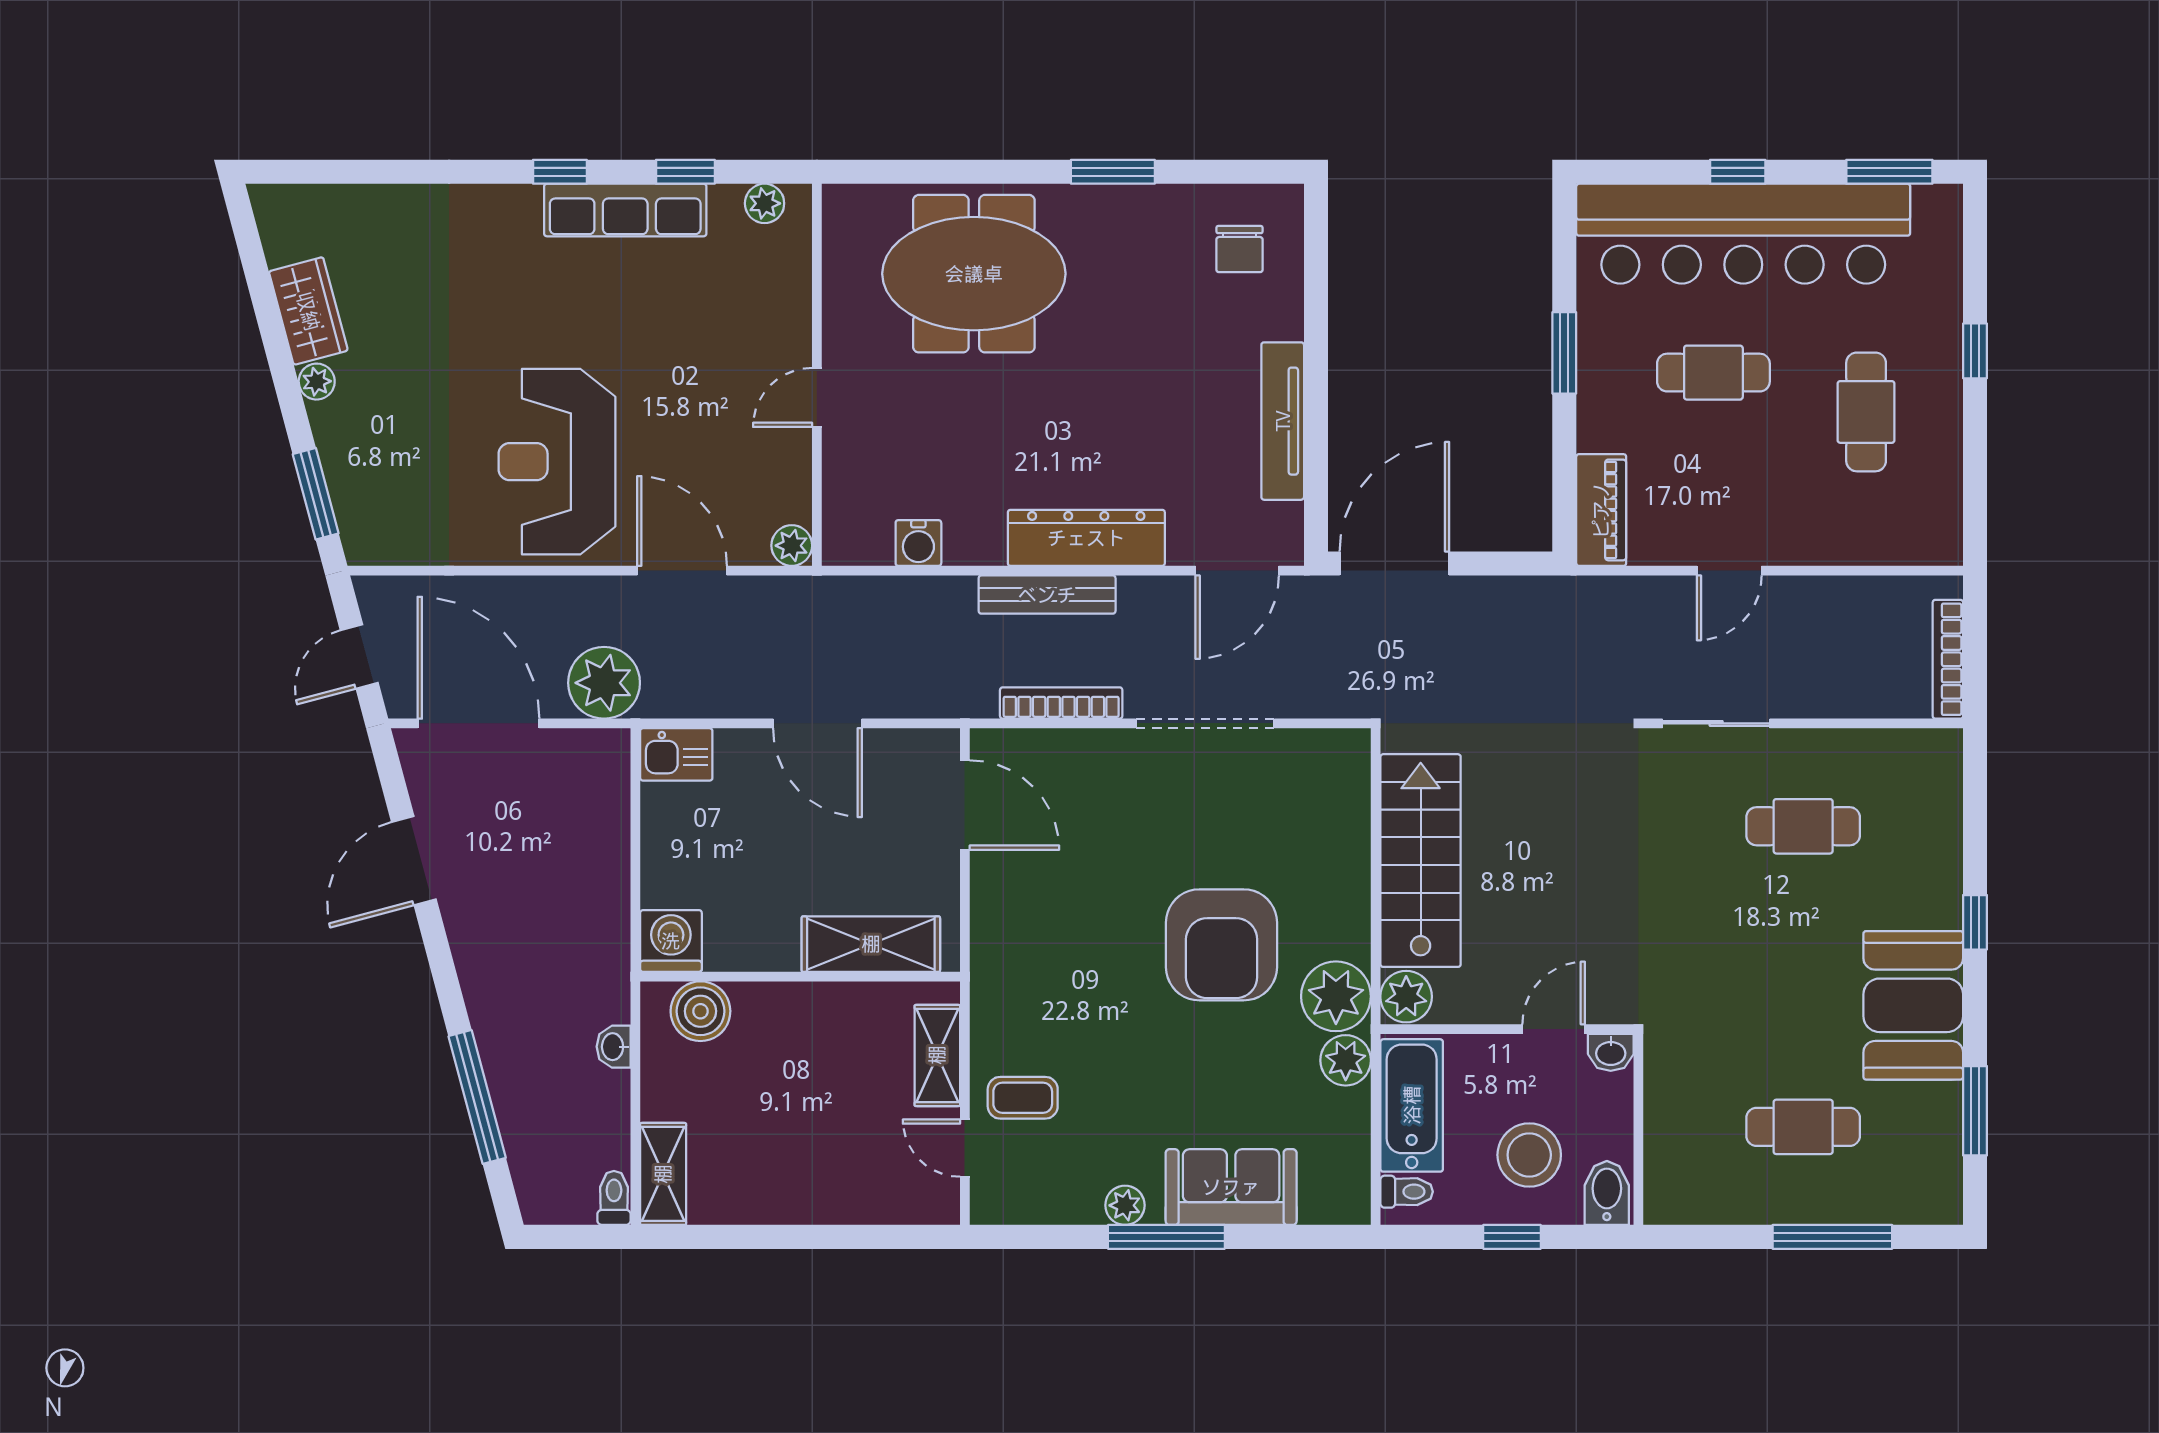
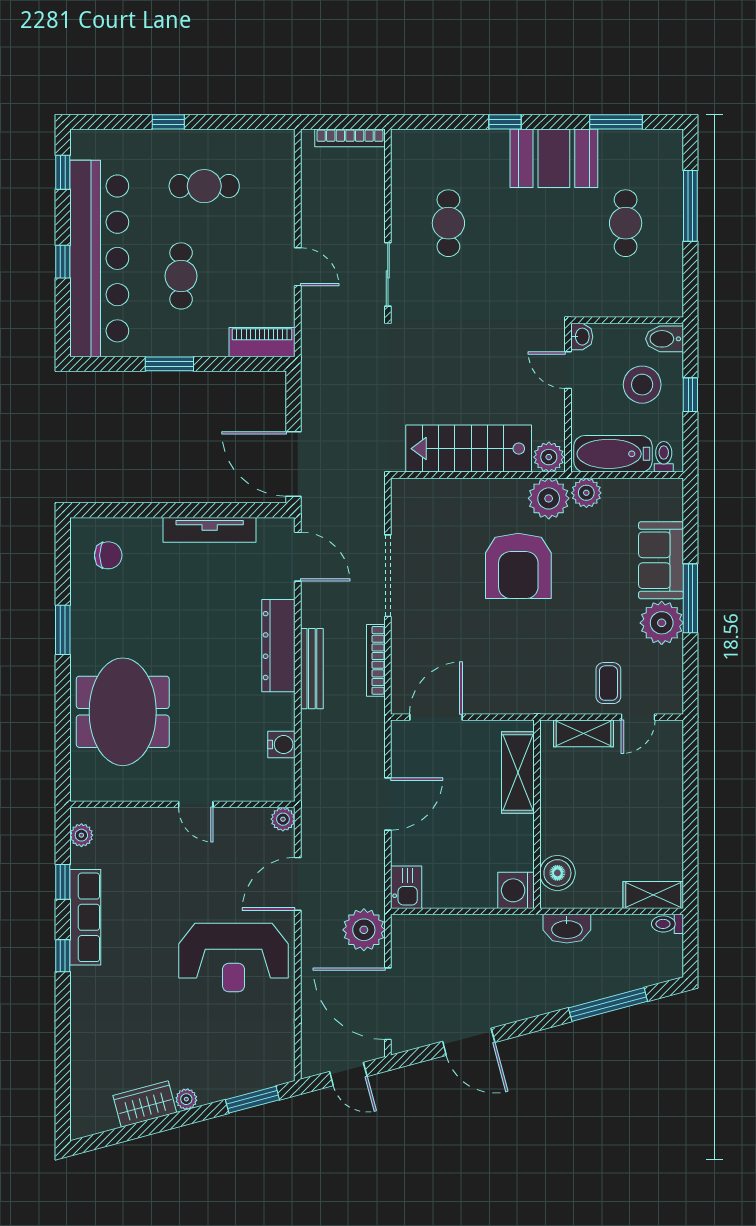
window: (1889, 172) -> (63, 172), width x0.67
door: (479, 723) -> (388, 1004), hinge flipped
armchair: (1222, 945) -> (518, 566), turned 90
washbasin: (614, 1047) -> (567, 929), width x1.91, depth x1.45
plant: (1125, 1205) -> (662, 623), width x1.87, depth x1.87

